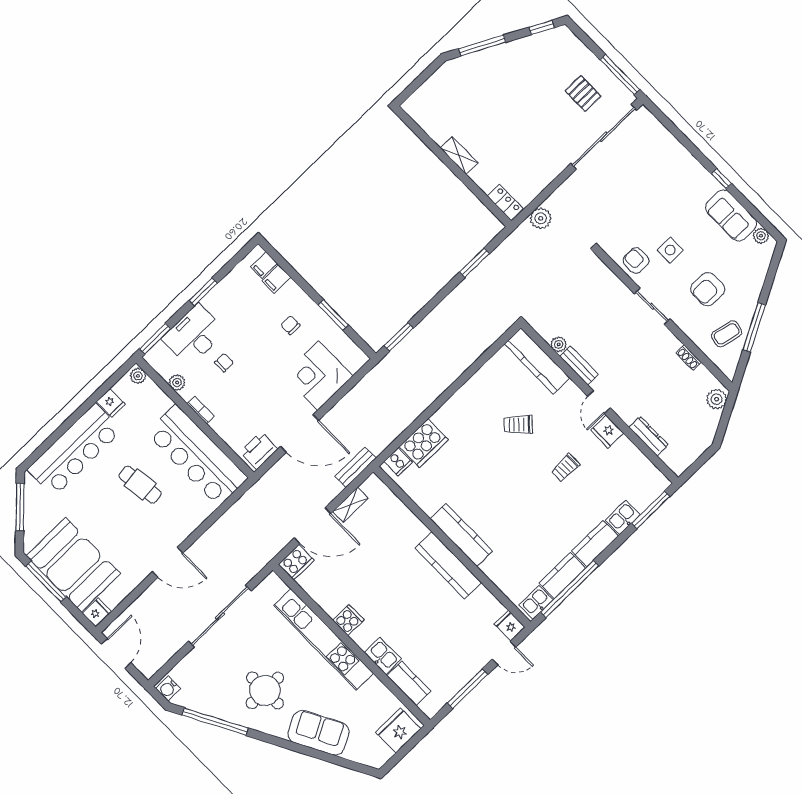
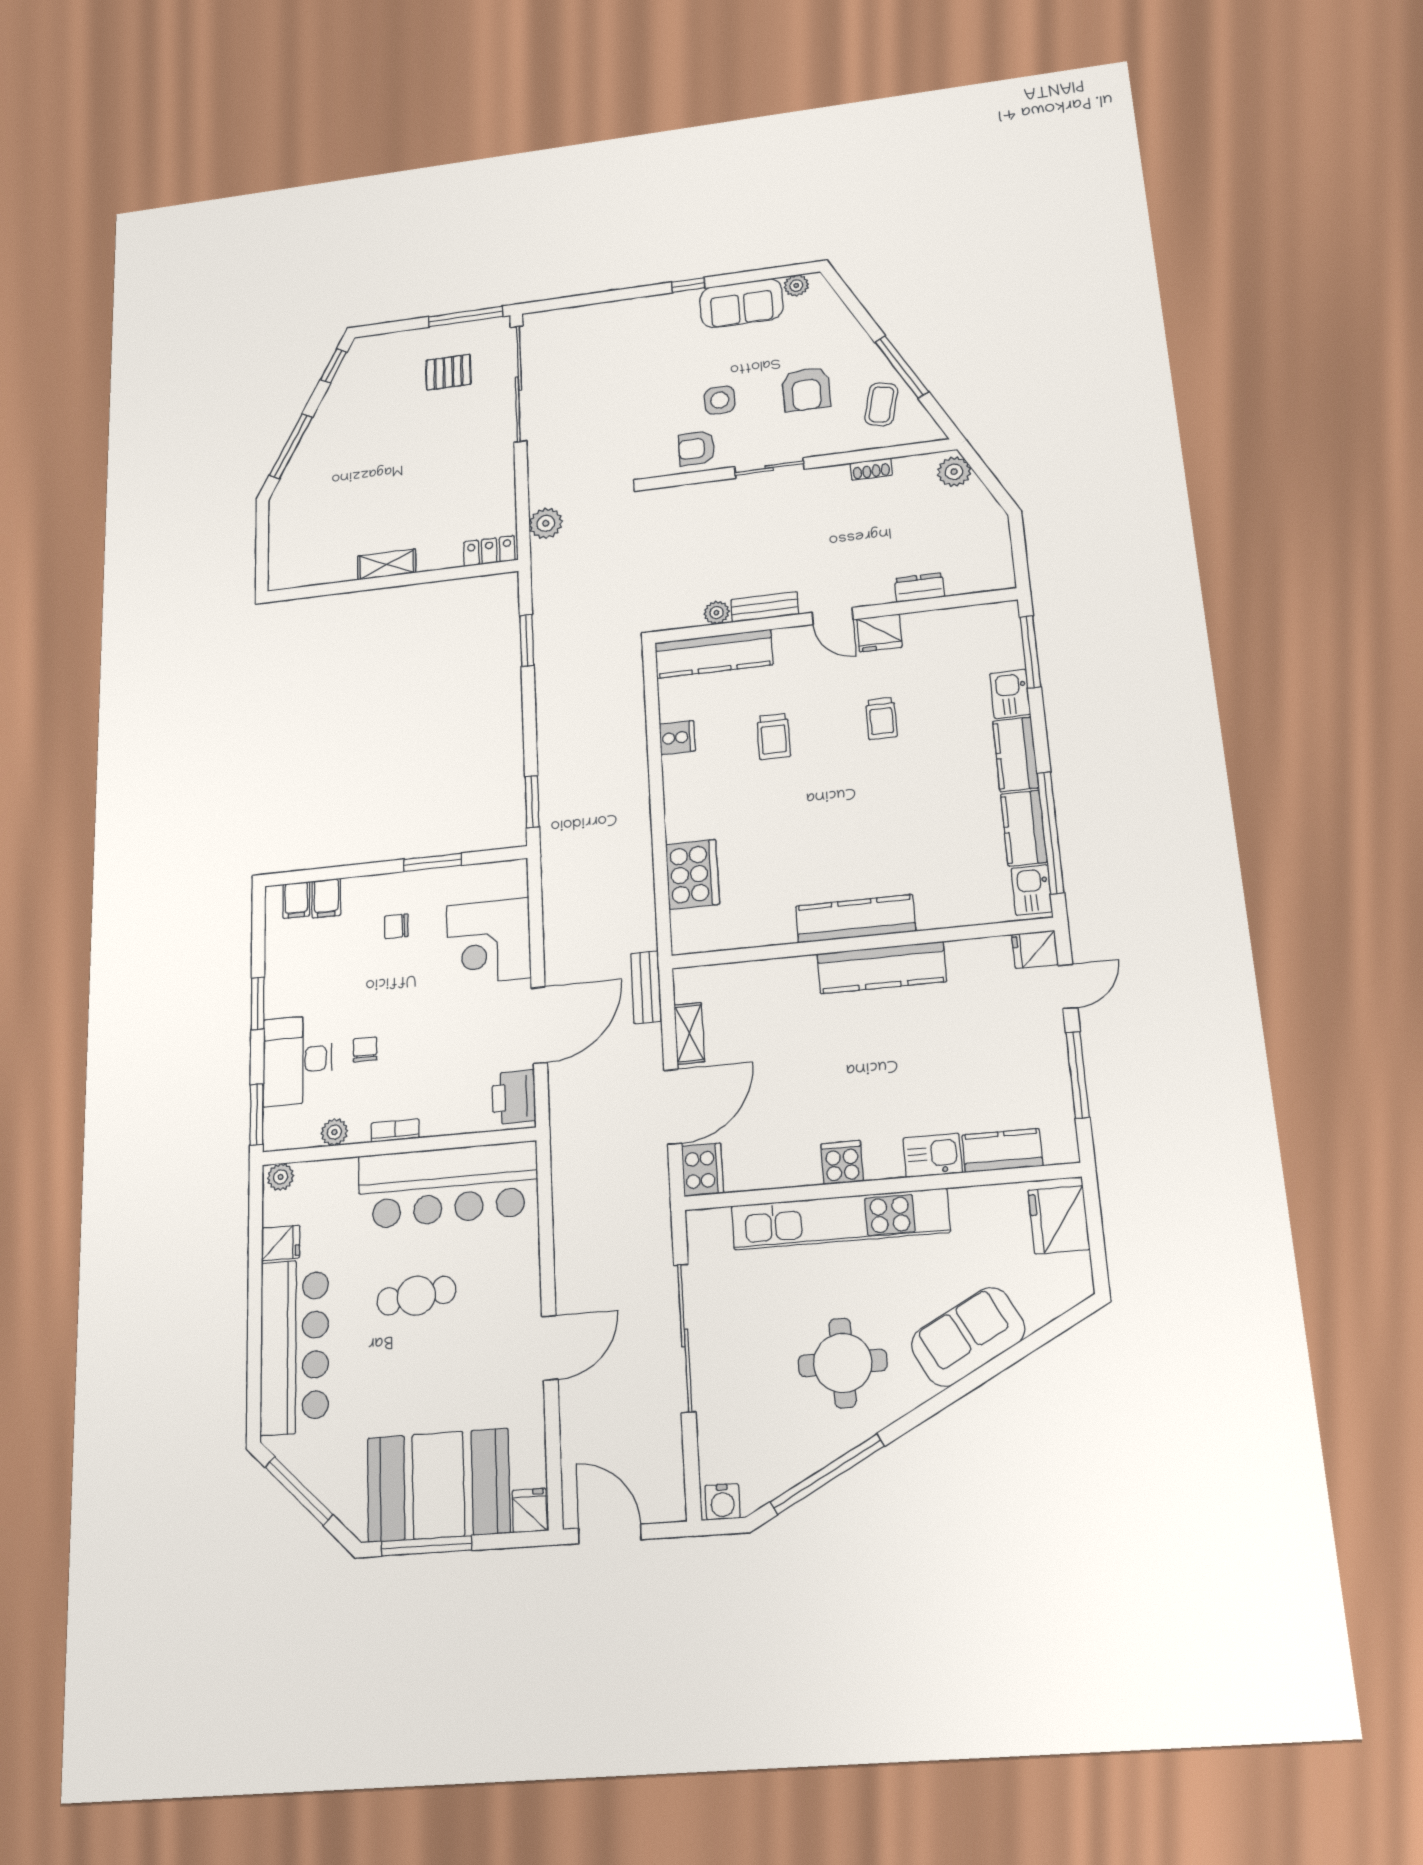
trolley: (518, 425) -> (774, 736), turned -43
dresser: (649, 436) -> (919, 588), width x0.70
cooker: (398, 462) -> (677, 738), moved

